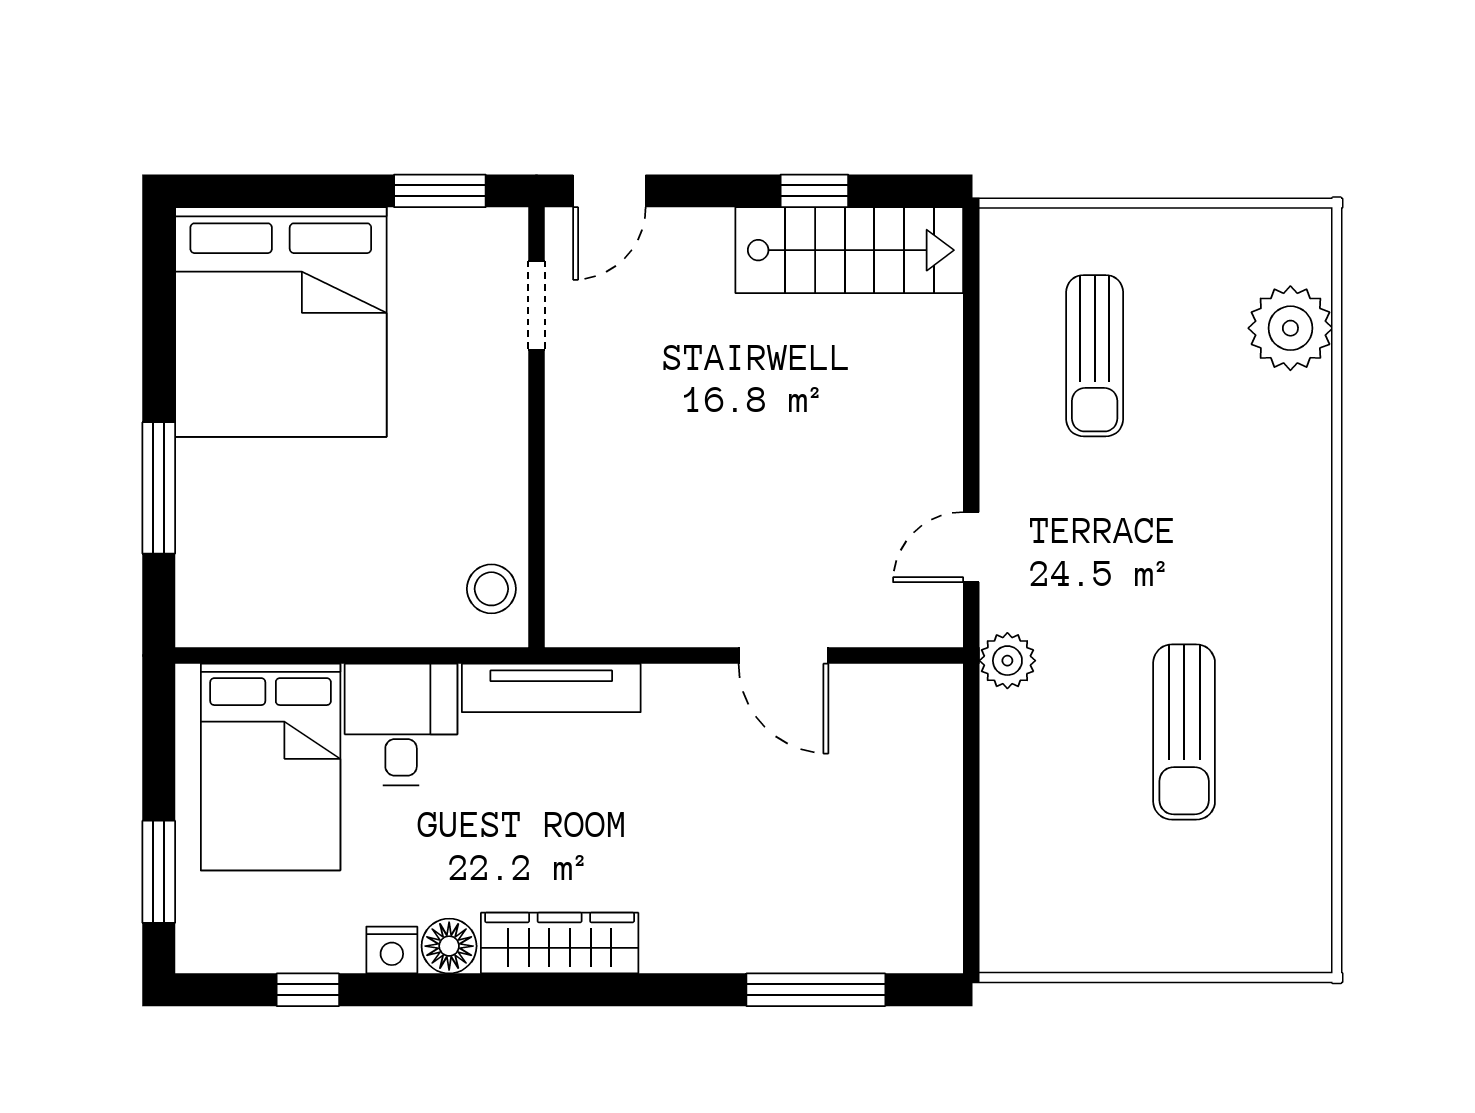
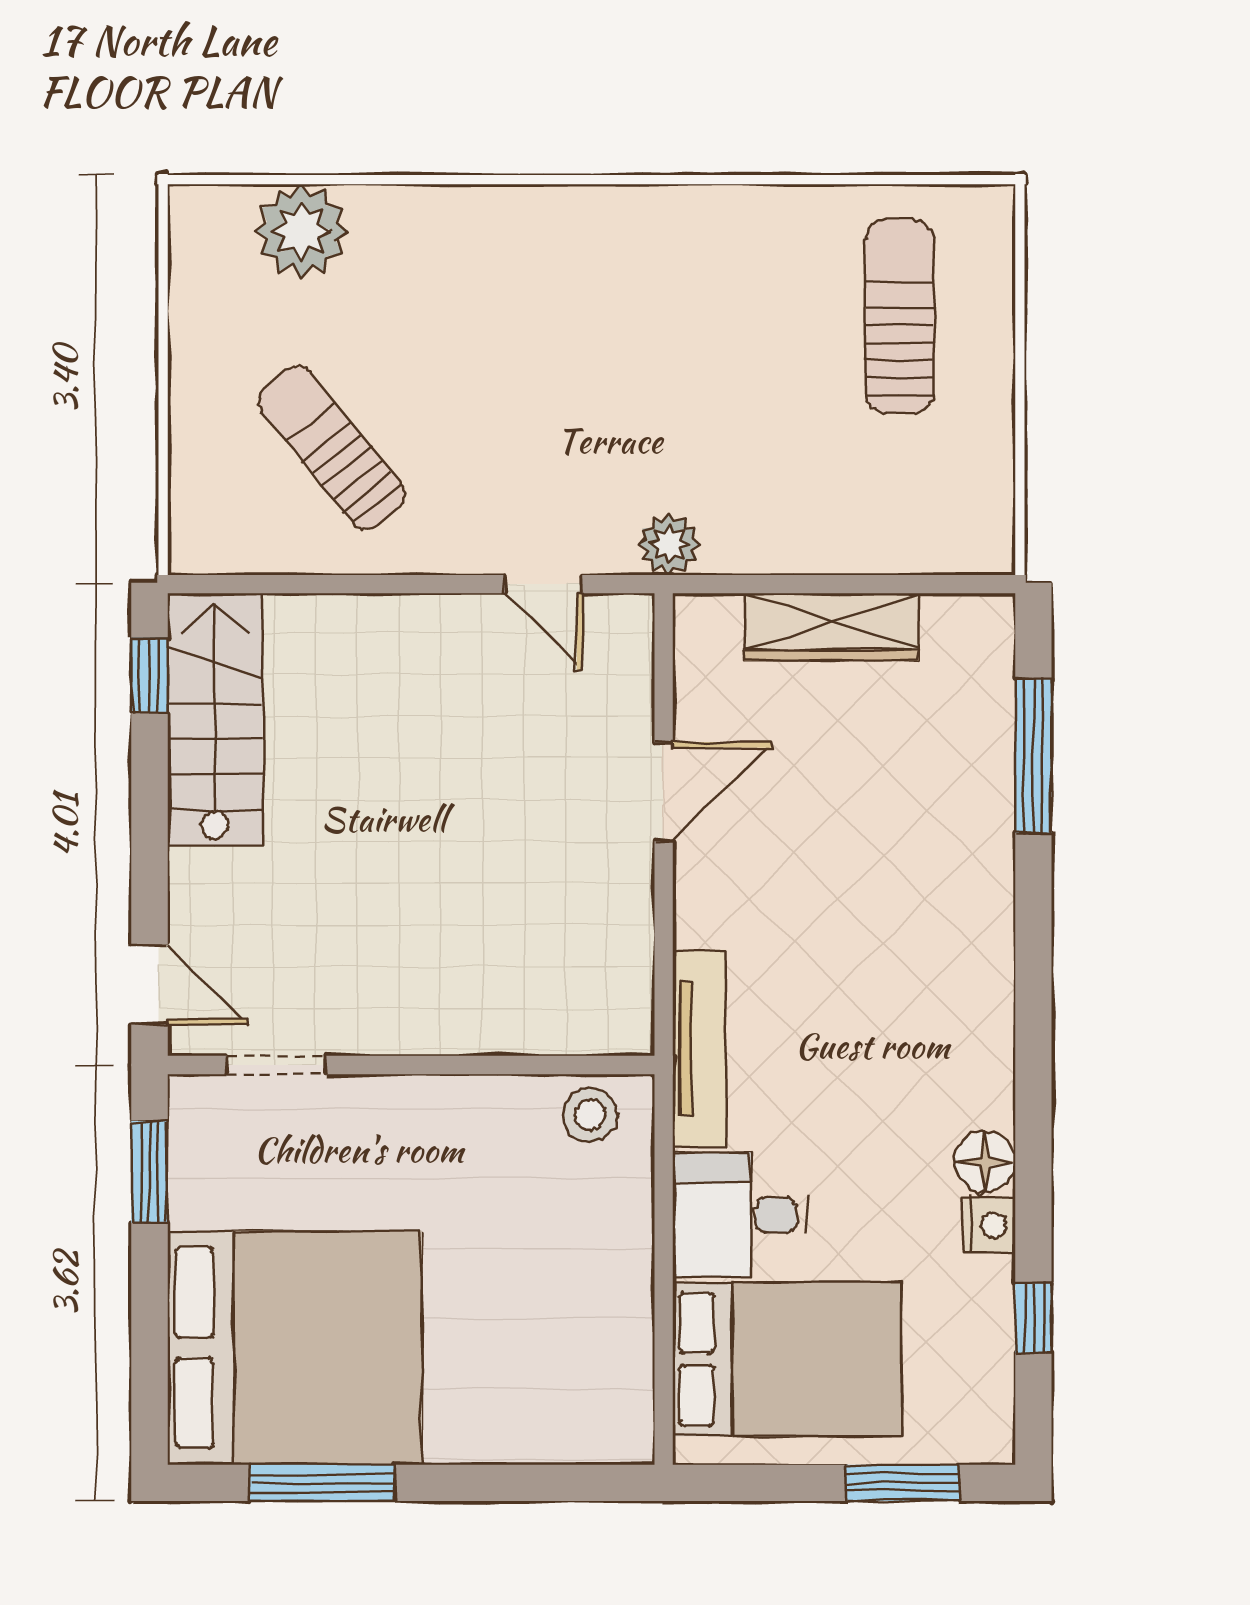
window: (814, 191) -> (150, 675), moved
sun lounger: (1095, 356) -> (332, 448), turned -129
window: (159, 488) -> (322, 1483), moved
sun lounger: (1184, 732) -> (900, 316), moved, turned -90
wardrobe: (560, 943) -> (831, 627), moved, turned -90

